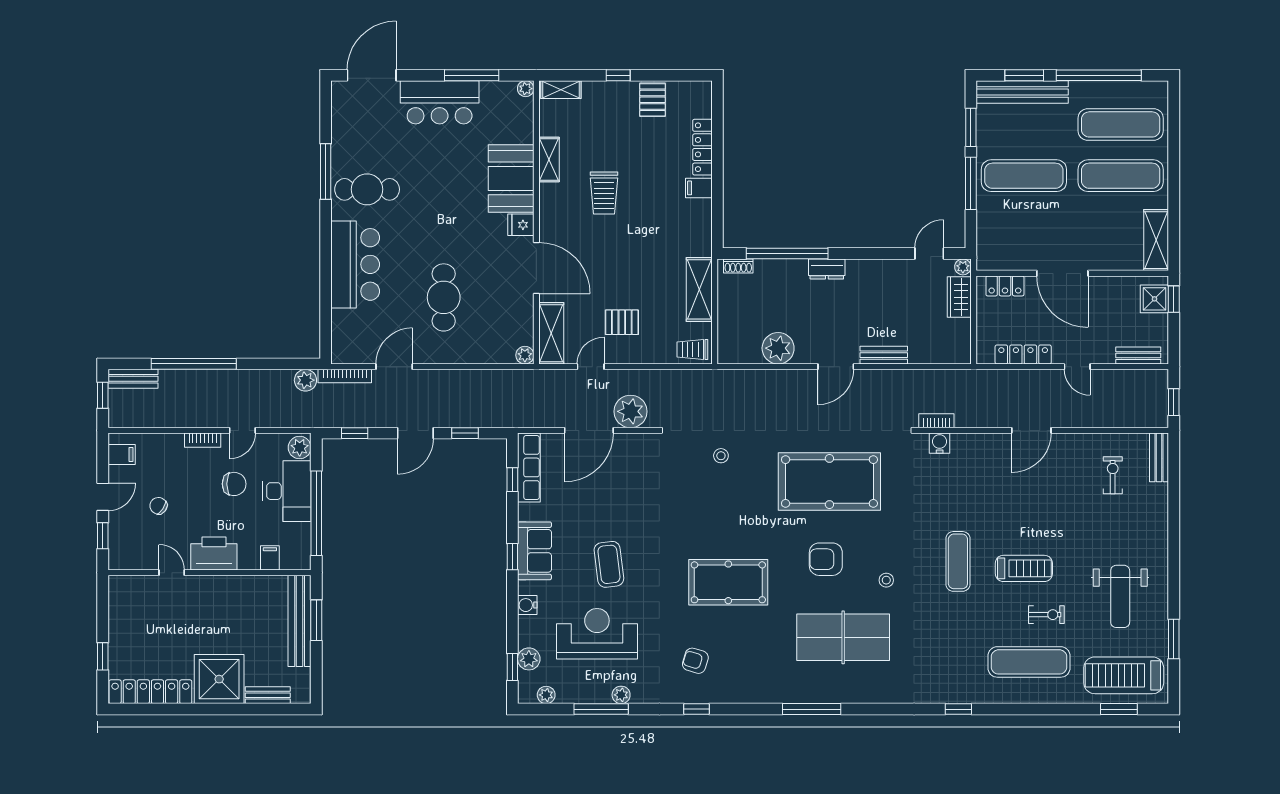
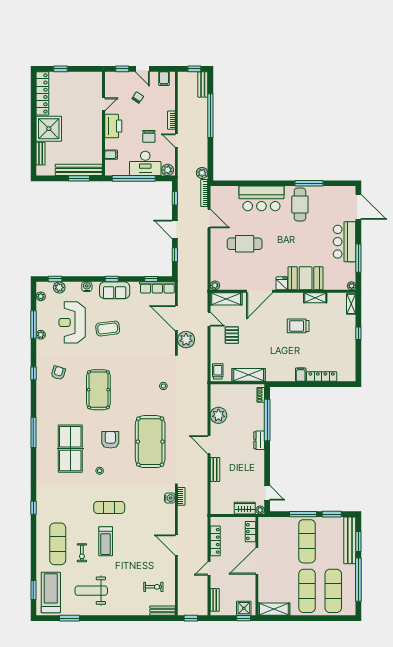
pallet: (653, 100) -> (346, 351), removed
reception desk: (597, 634) -> (72, 322), turned 180

